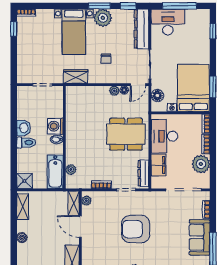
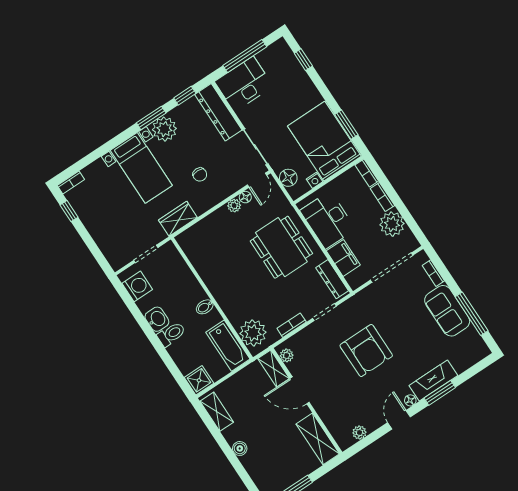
washing machine: (55, 126) -> (137, 286), moved, turned 180
dining table: (126, 134) -> (281, 247), turned 90
plant: (71, 170) -> (253, 333), width x1.88, depth x1.88
armchair: (136, 229) -> (366, 351), turned -90

